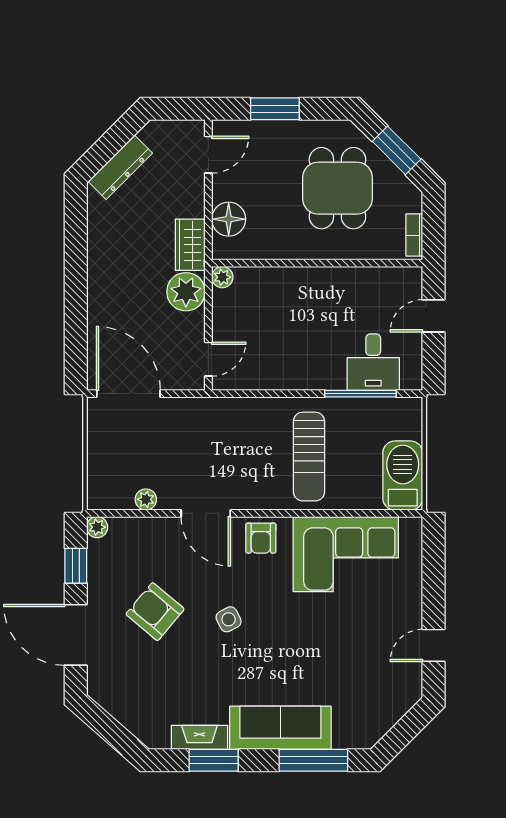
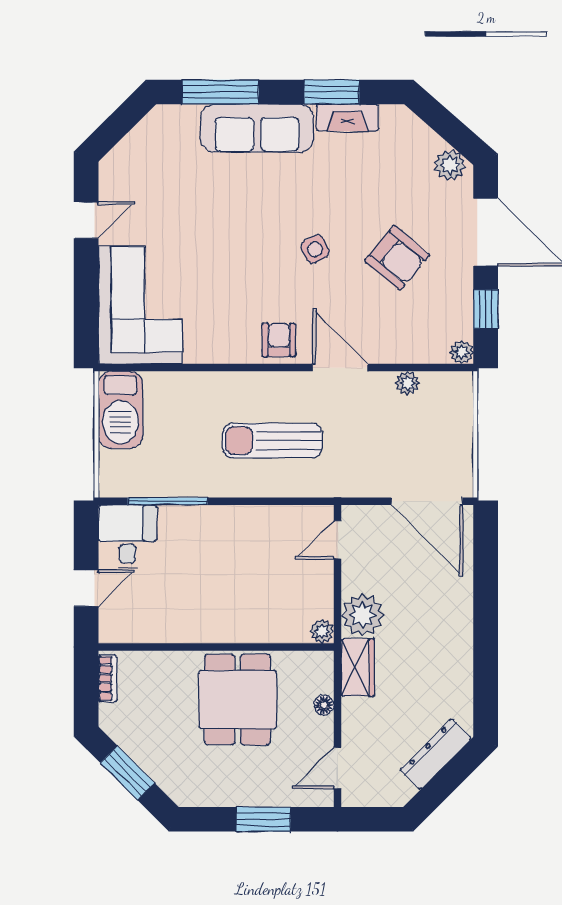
dining table: (337, 188) -> (238, 699), moved
floor lamp: (229, 219) -> (324, 705), width x0.53, depth x0.53
desk: (373, 362) -> (128, 536), moved
sun lounger: (309, 457) -> (272, 441), moved, turned -90
corner sofa: (346, 554) -> (140, 305), moved, turned 90
plant: (108, 695) -> (450, 165), added

